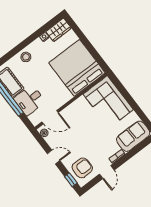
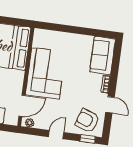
corner sofa: (108, 102) -> (45, 73), moved, turned -90
armchair: (82, 168) -> (87, 121), turned -71

